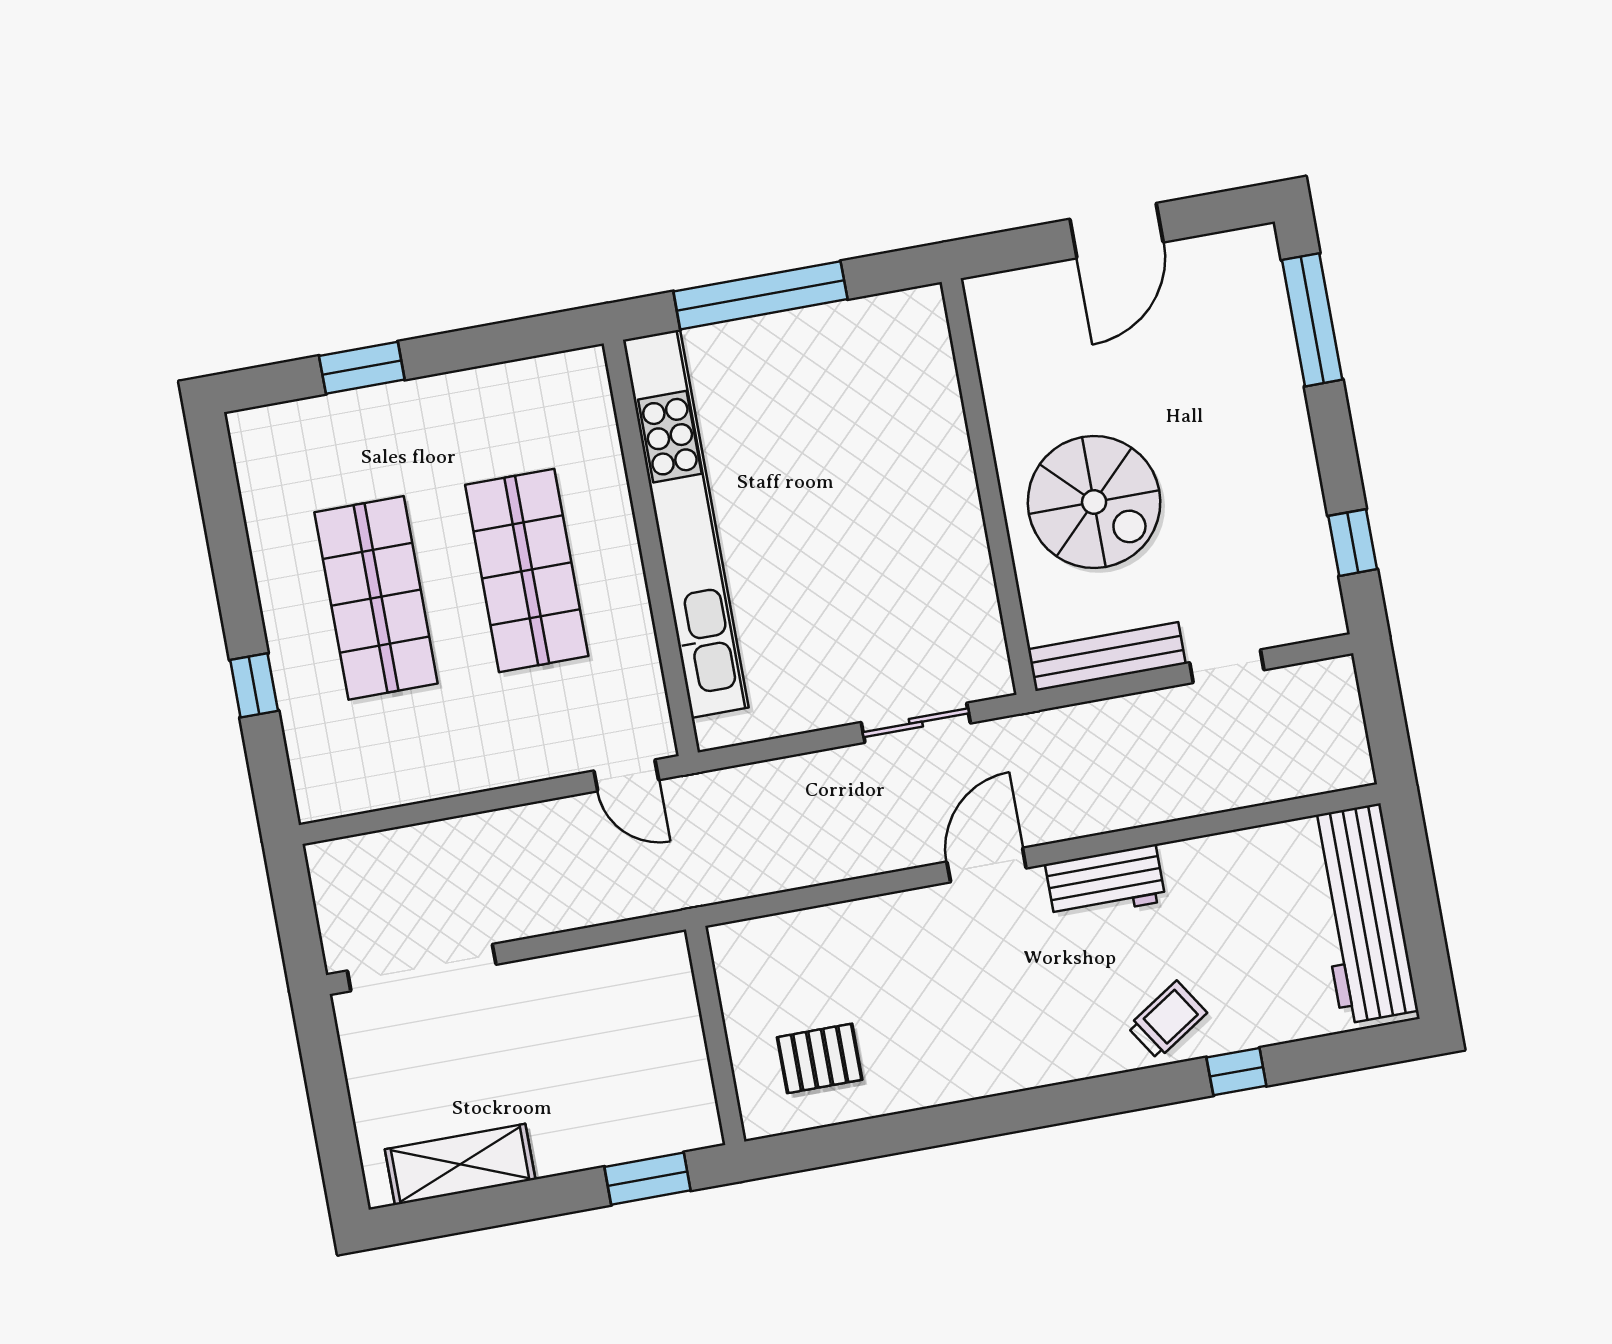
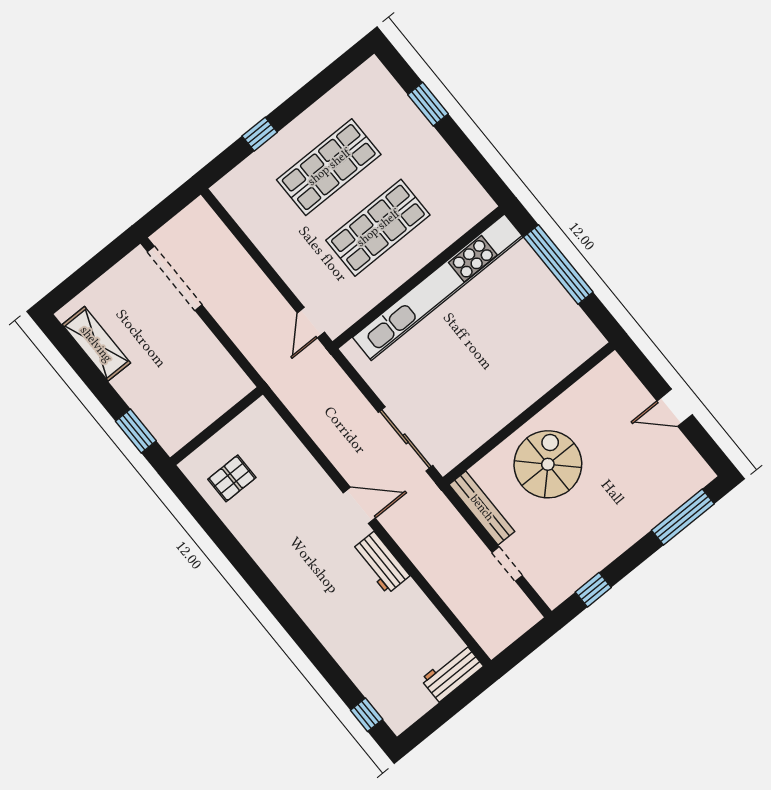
door: (1117, 231) -> (675, 408), width x0.73
spiral stairs: (1094, 502) -> (548, 464), turned 180
sliding door: (916, 723) -> (405, 439), width x1.37
workbench: (1362, 914) -> (452, 673), width x0.53, depth x0.76
trolley: (1167, 1020) -> (334, 624), removed
pallet: (820, 1058) -> (232, 478), turned 90
window: (1236, 1072) -> (367, 715), moved

